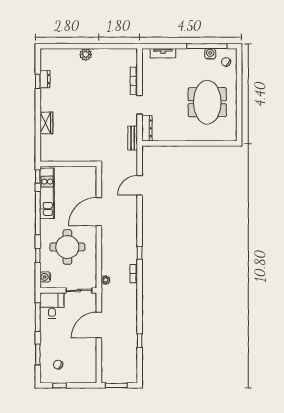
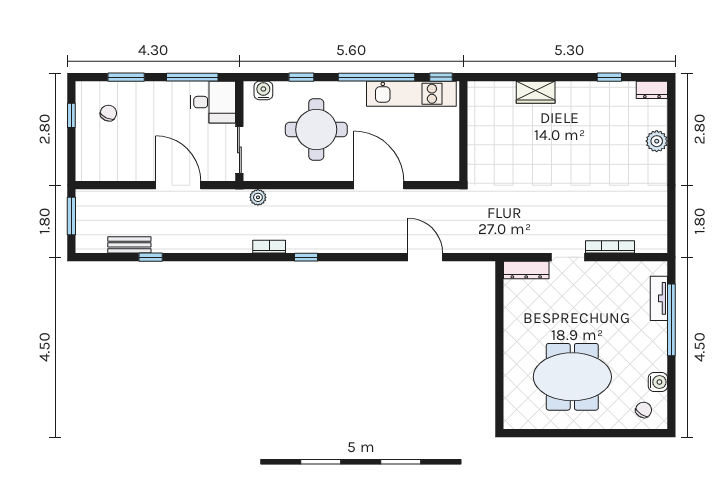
window: (207, 46) -> (671, 320), moved
plant: (86, 54) -> (657, 141), moved
dresser: (45, 79) -> (652, 90), moved
bench: (133, 138) -> (129, 245), moved

